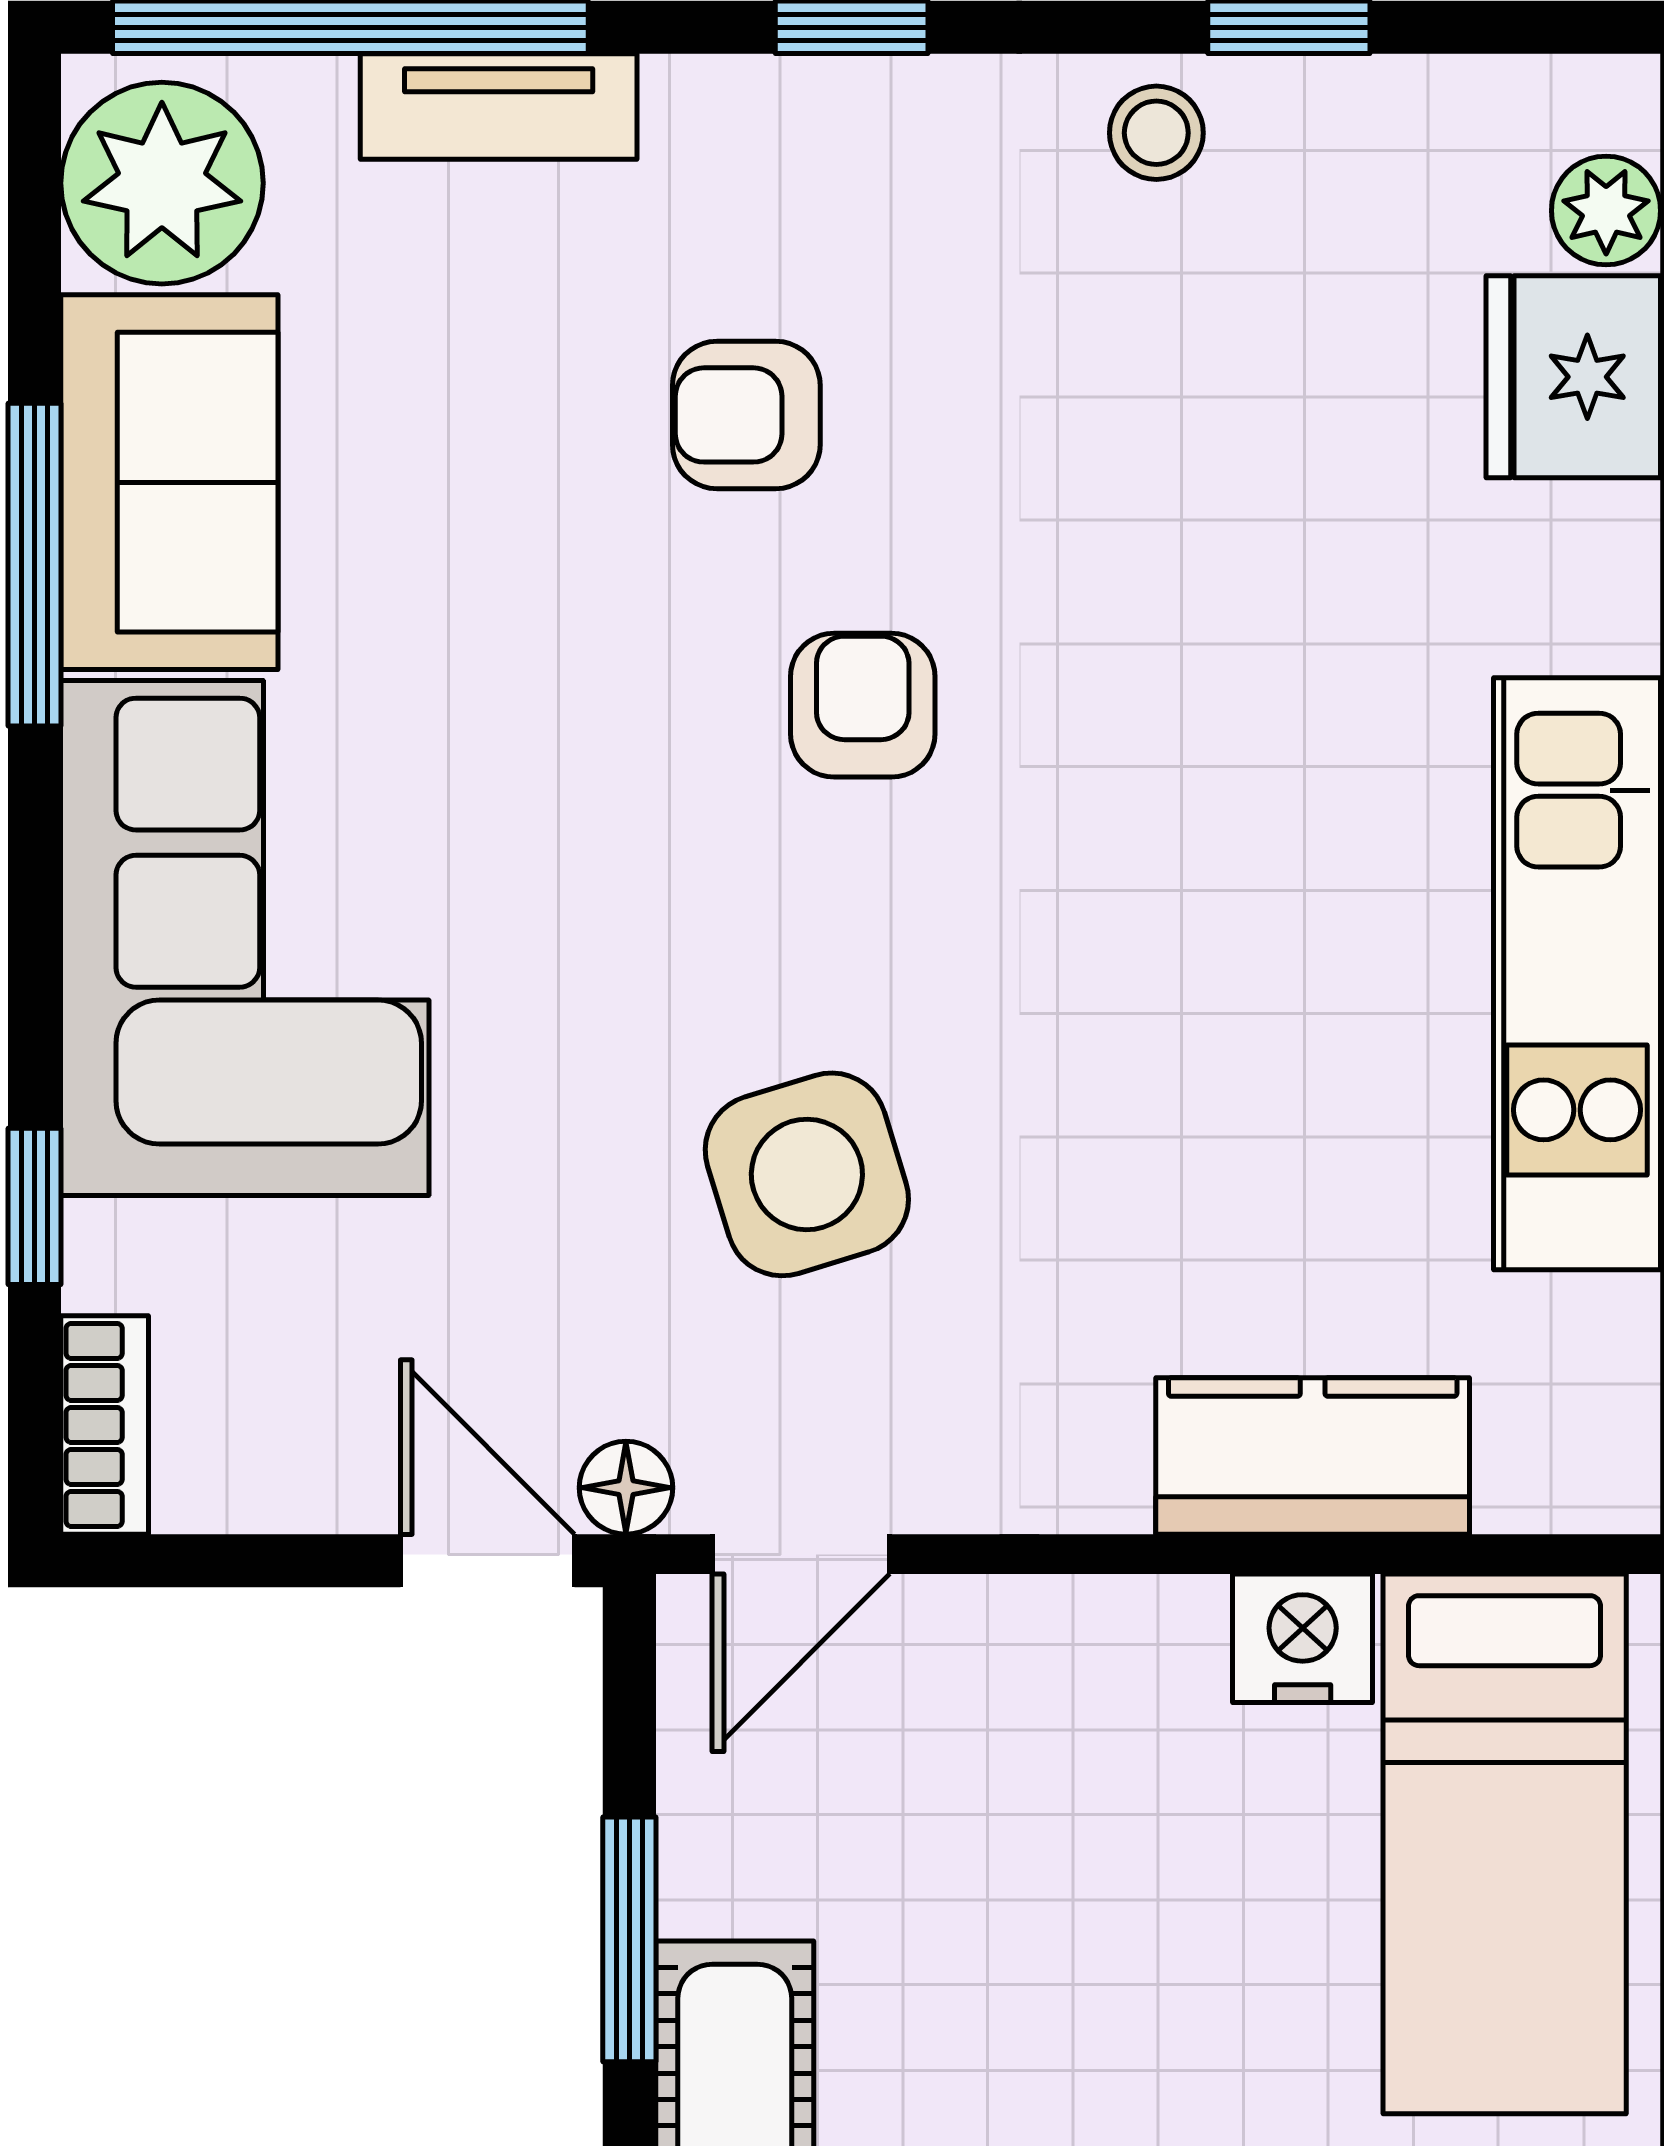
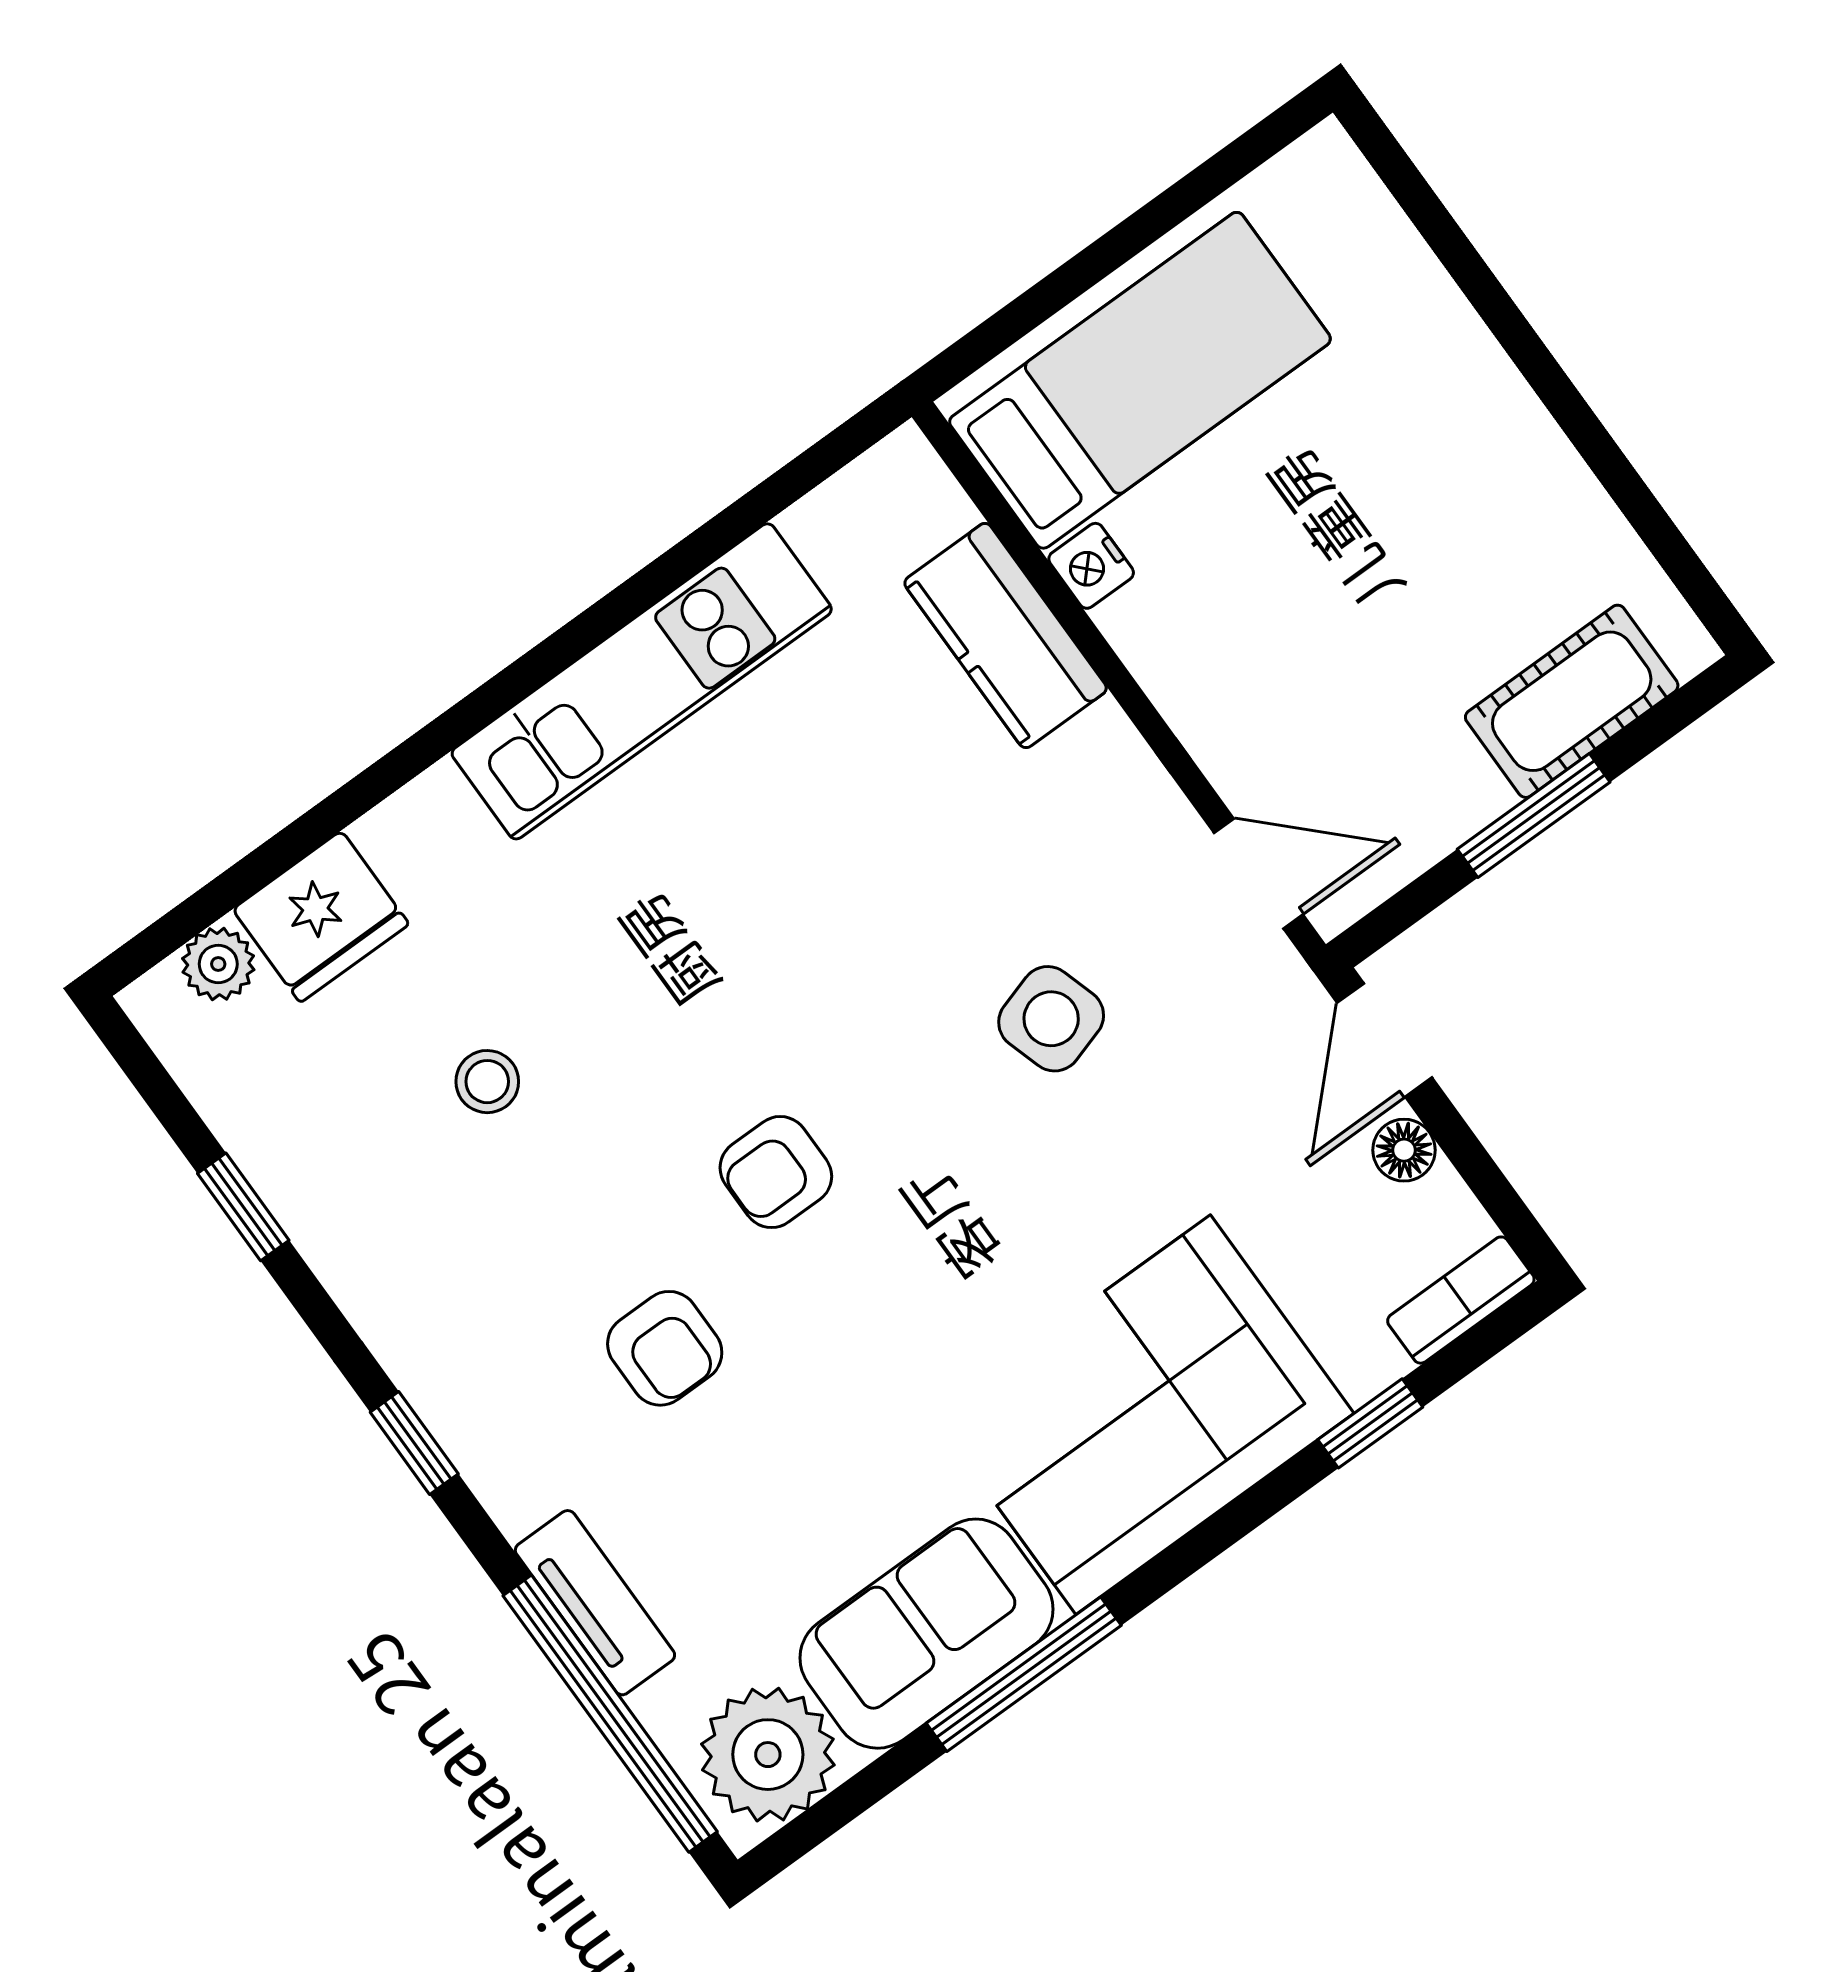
stool: (1156, 133) -> (487, 1082), moved
side table: (807, 1174) -> (1051, 1019), width x0.73, depth x0.73
floor lamp: (626, 1488) -> (1404, 1150), moved
nightstand: (1303, 1638) -> (1091, 566), width x0.72, depth x0.74

